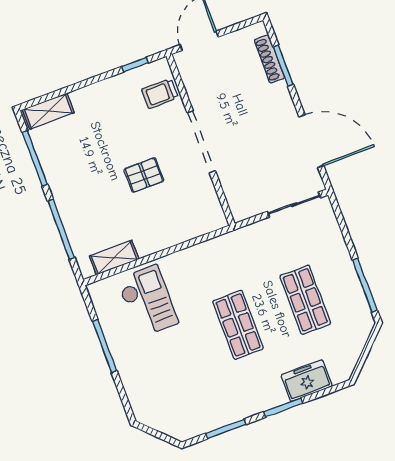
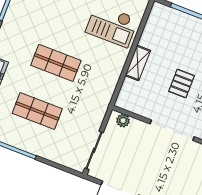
plant: (236, 202) -> (123, 121), added
shelving: (114, 258) -> (138, 63), moved

